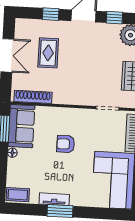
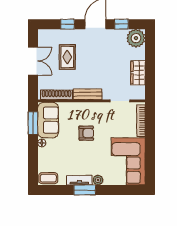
bench: (70, 98) -> (88, 94), added
armchair: (66, 144) -> (86, 133), turned 180
plant: (76, 200) -> (98, 180), added

